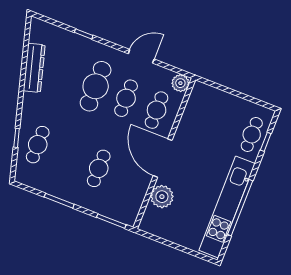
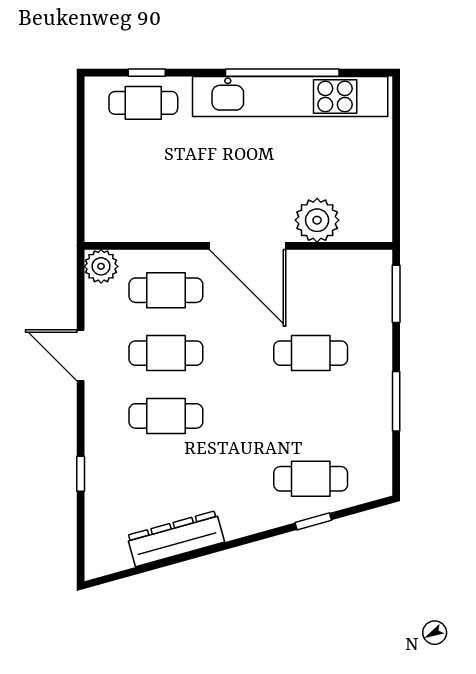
cafe table: (96, 86) -> (166, 416), width x0.73, depth x0.74
door: (163, 158) -> (248, 246), hinge flipped

